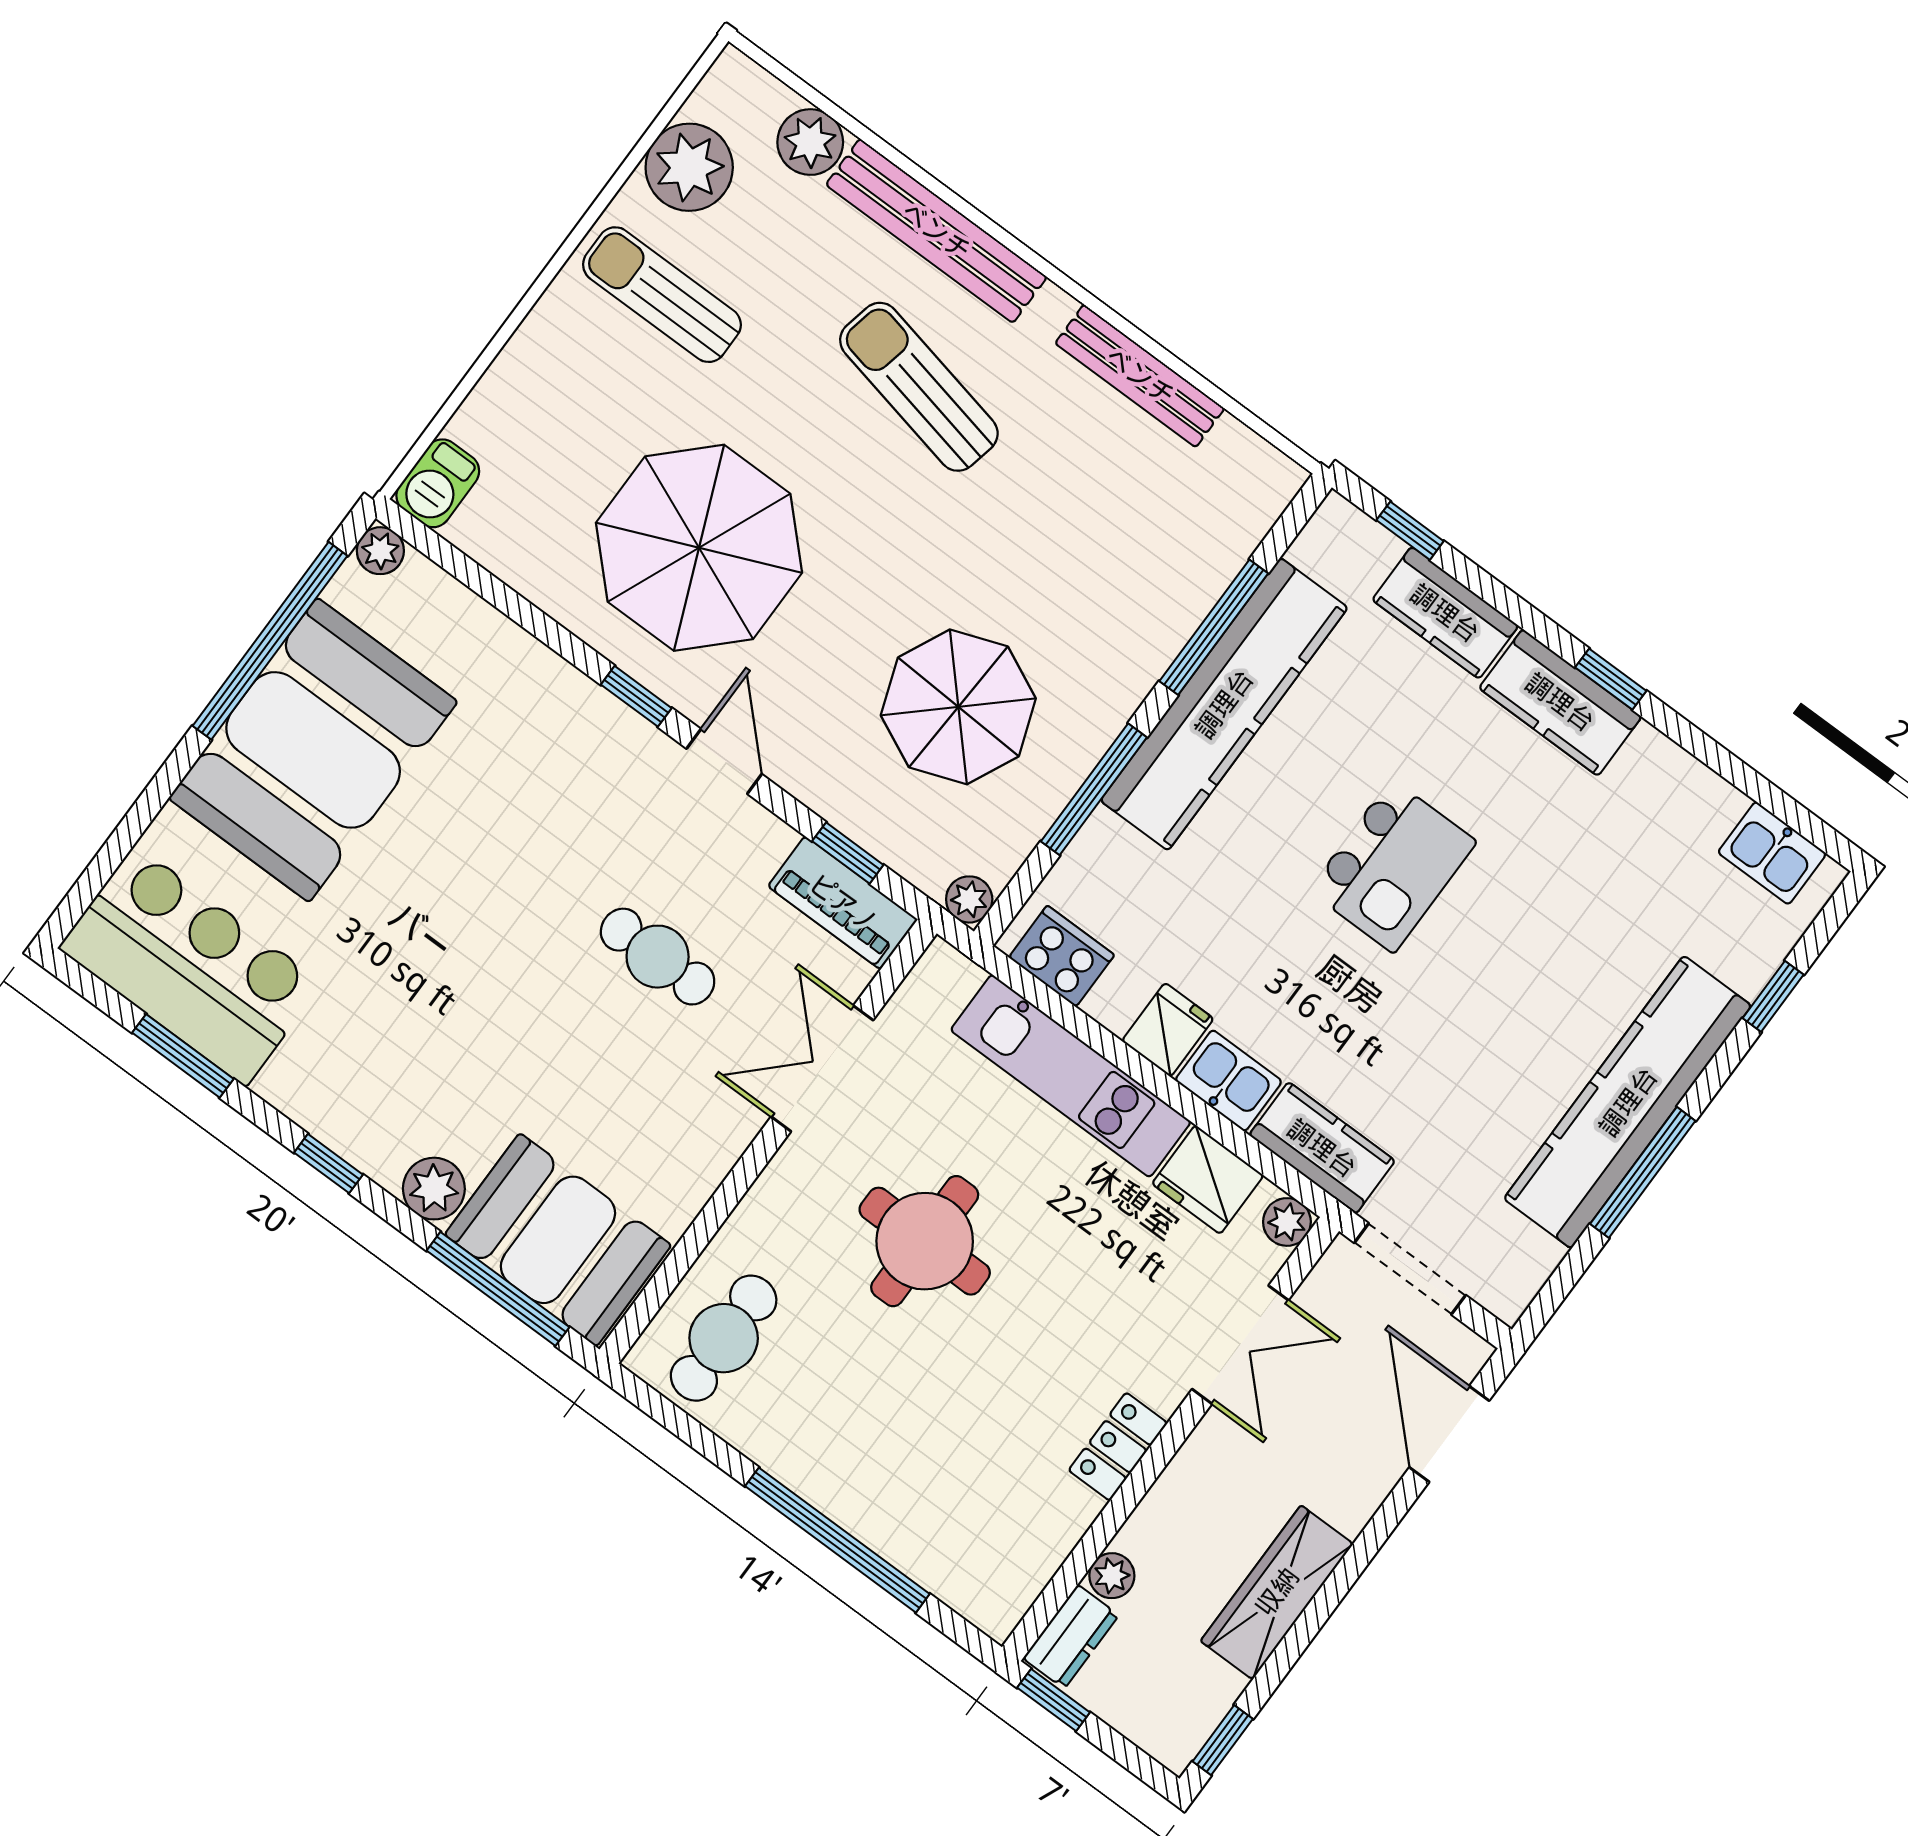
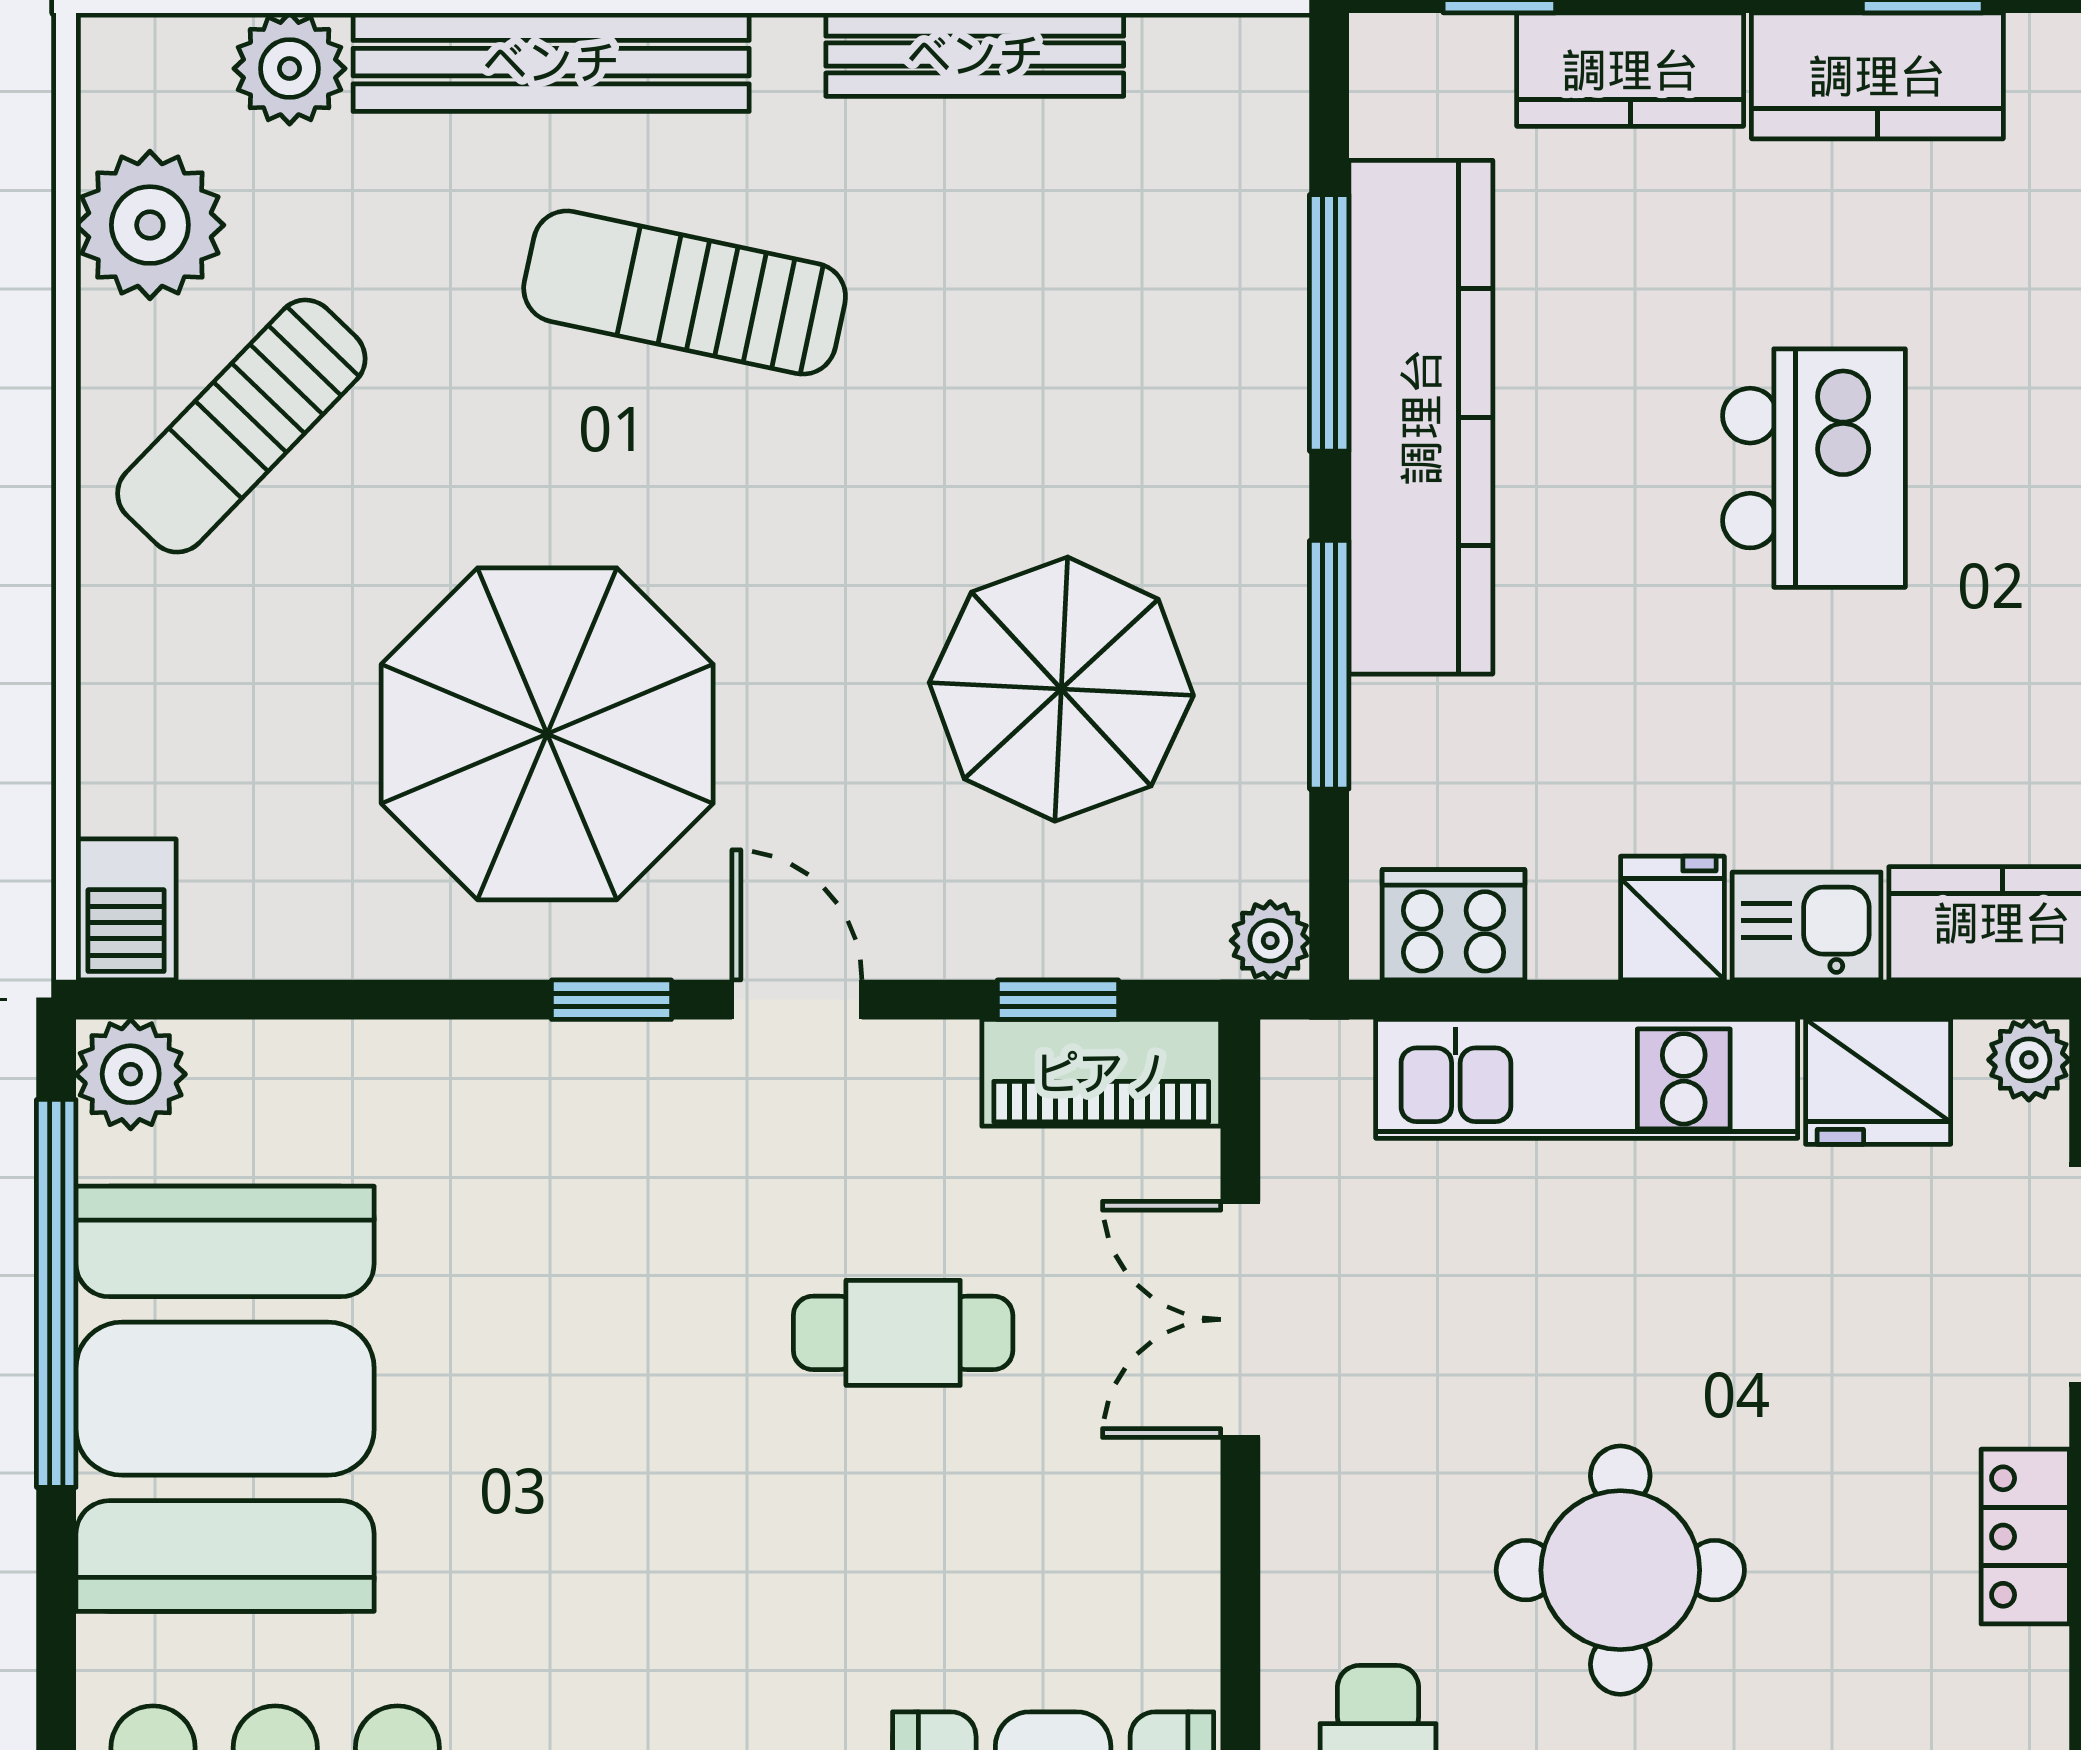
sun lounger: (662, 295) -> (241, 426), turned -46
plant: (380, 551) -> (131, 1074), width x1.38, depth x1.38
round table: (925, 1241) -> (1620, 1570), moved

